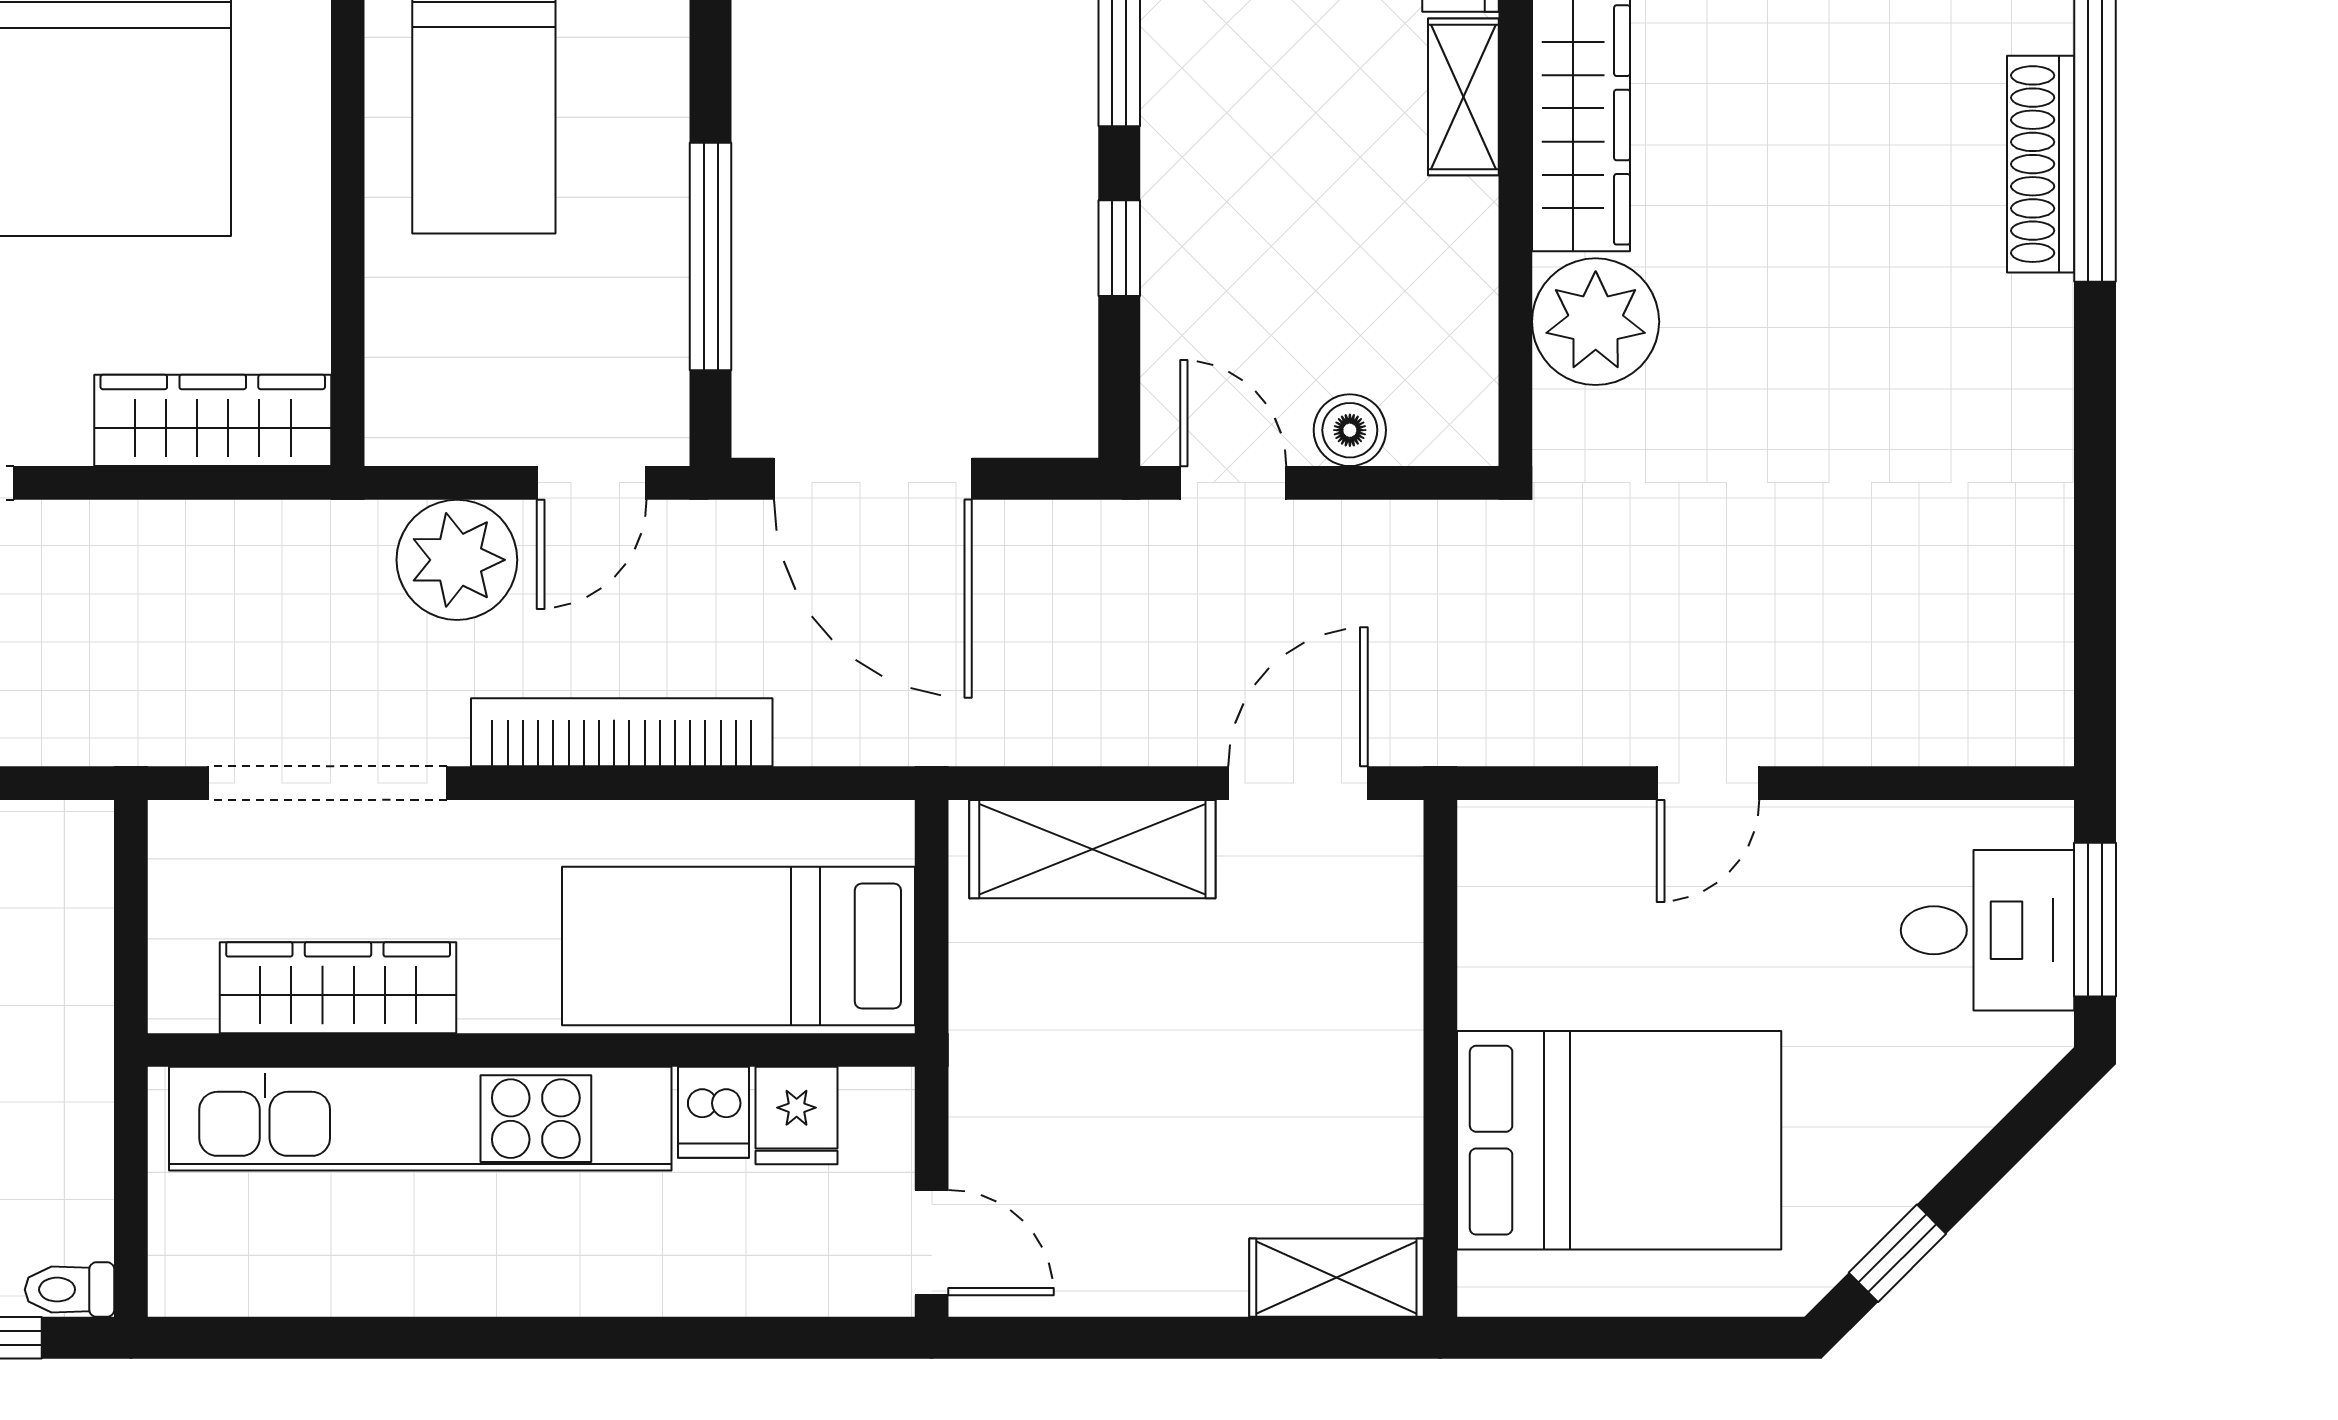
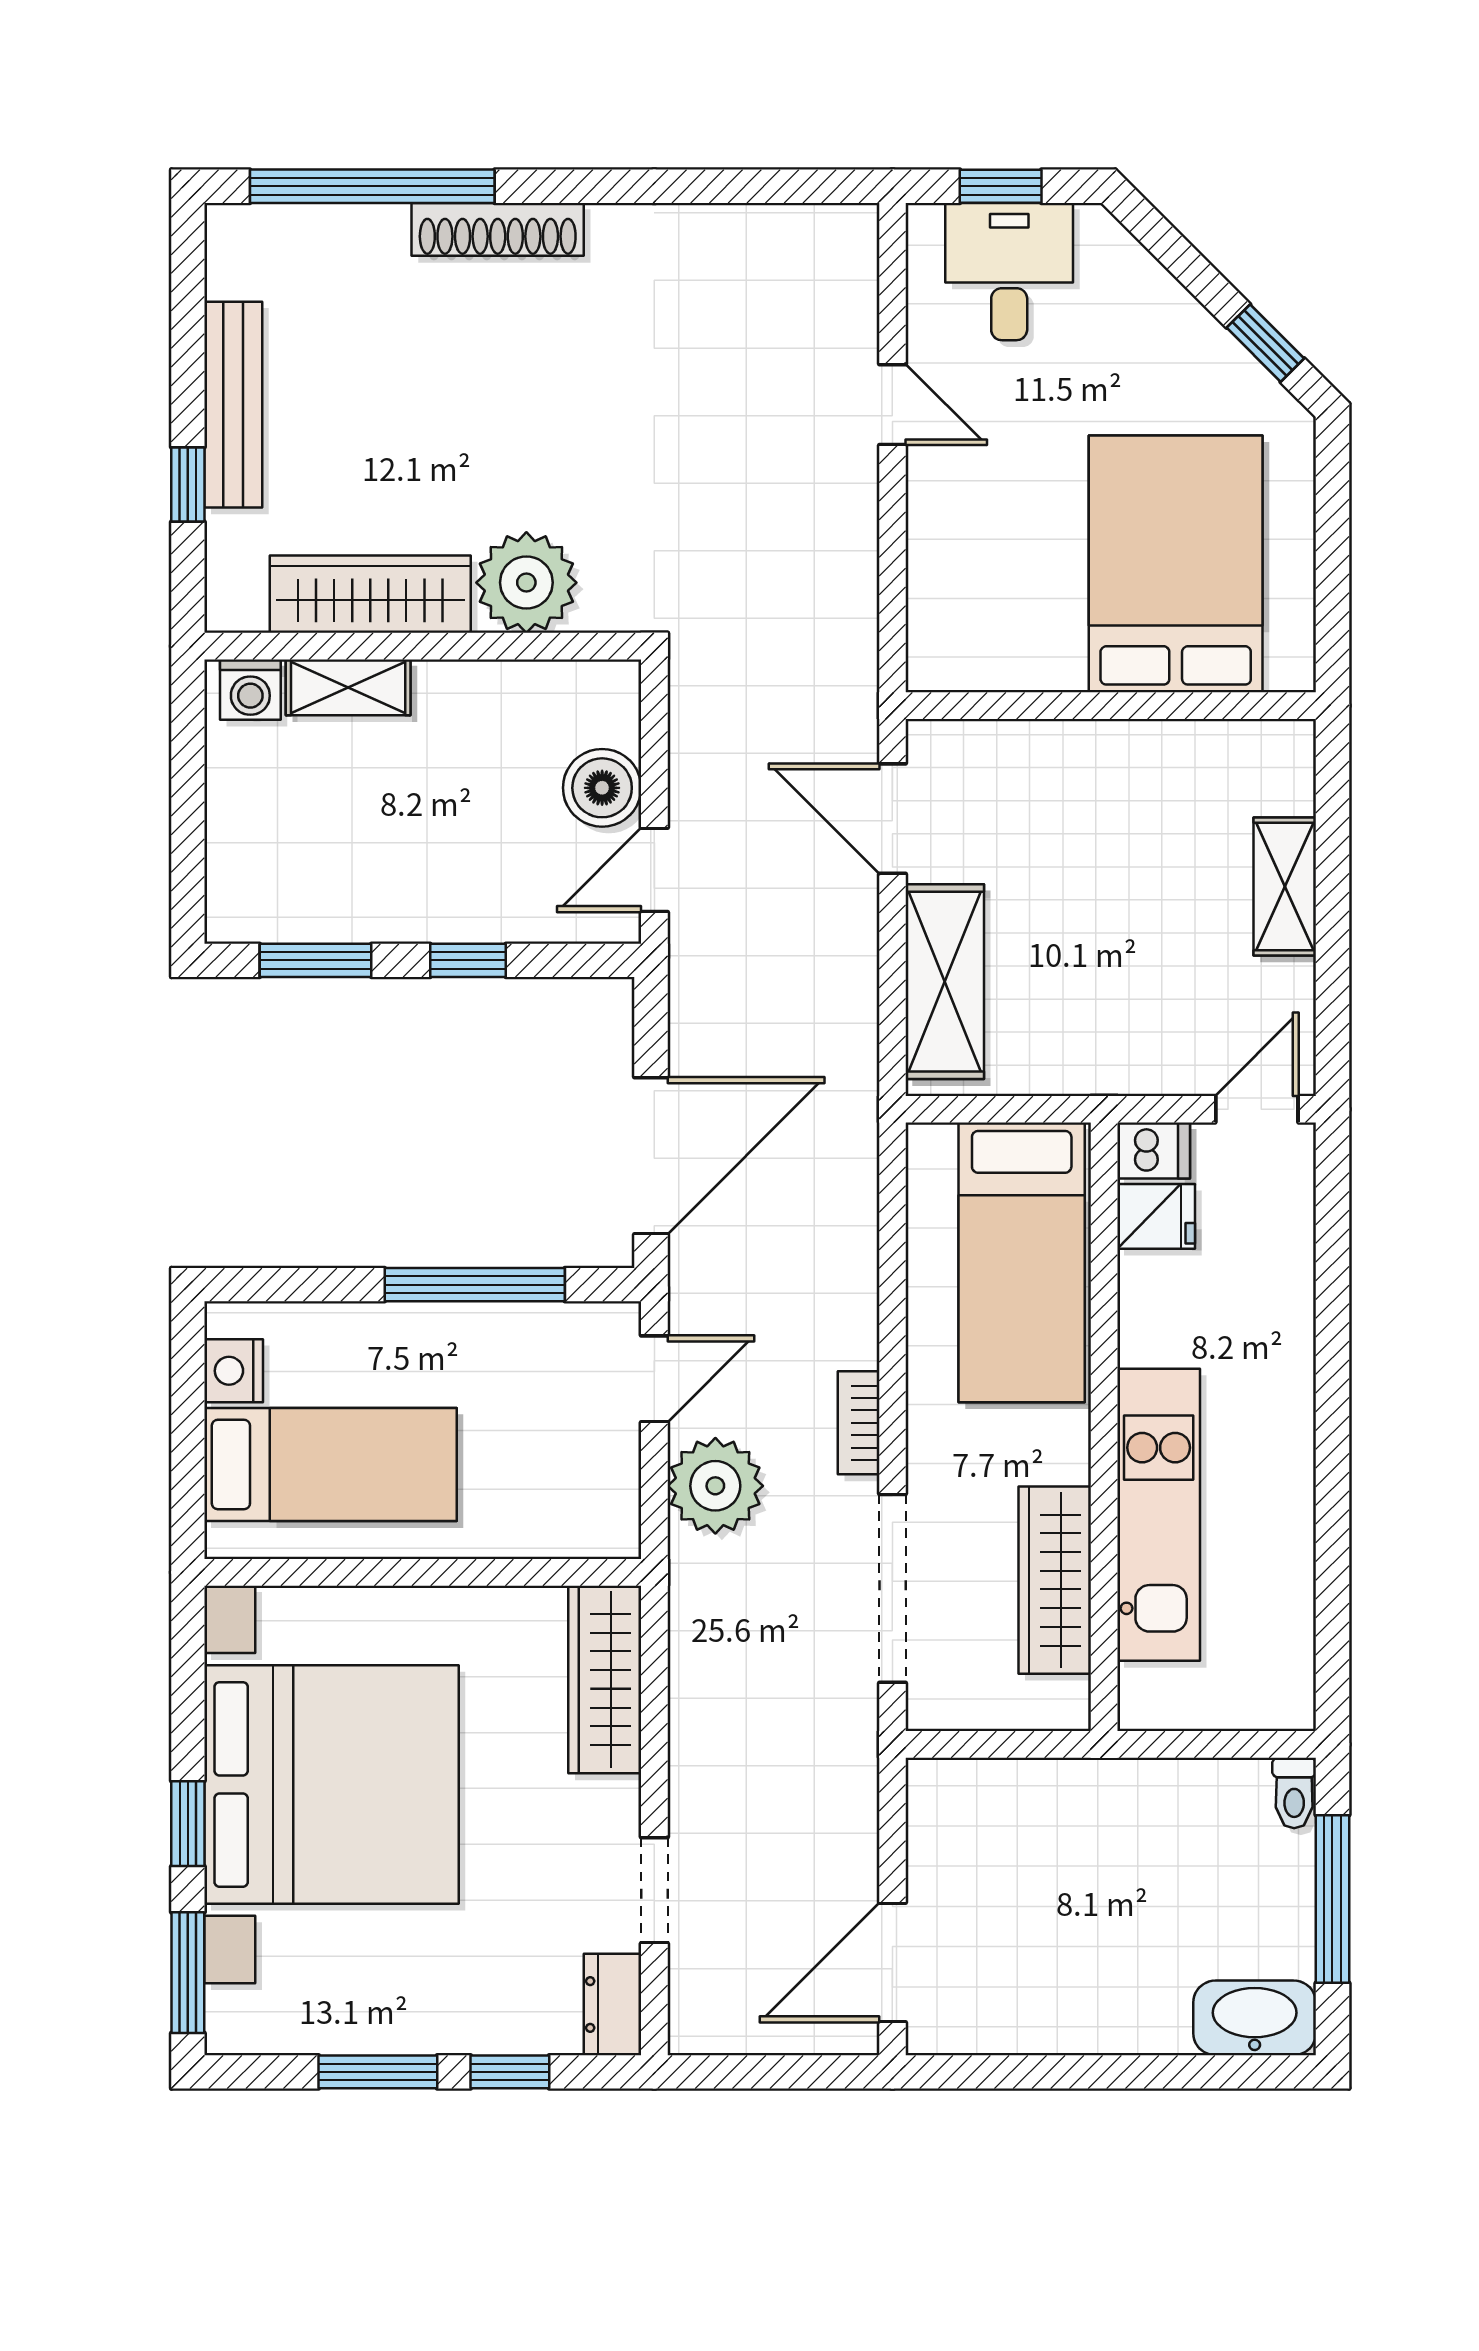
shoe rack: (2041, 164) -> (498, 229), moved
boiler: (1350, 430) -> (602, 788), width x1.36, depth x1.36
door: (592, 483) -> (654, 1379), hinge flipped
bookcase: (622, 732) -> (859, 1423), width x0.43, depth x0.76
door: (1708, 783) -> (892, 405), moved
window: (2095, 920) -> (1001, 186), width x0.67
dishwasher: (714, 1112) -> (1154, 1151), moved
kitchen unit: (420, 1119) -> (1159, 1515), width x0.73
shelving: (1336, 1278) -> (1285, 886), moved

